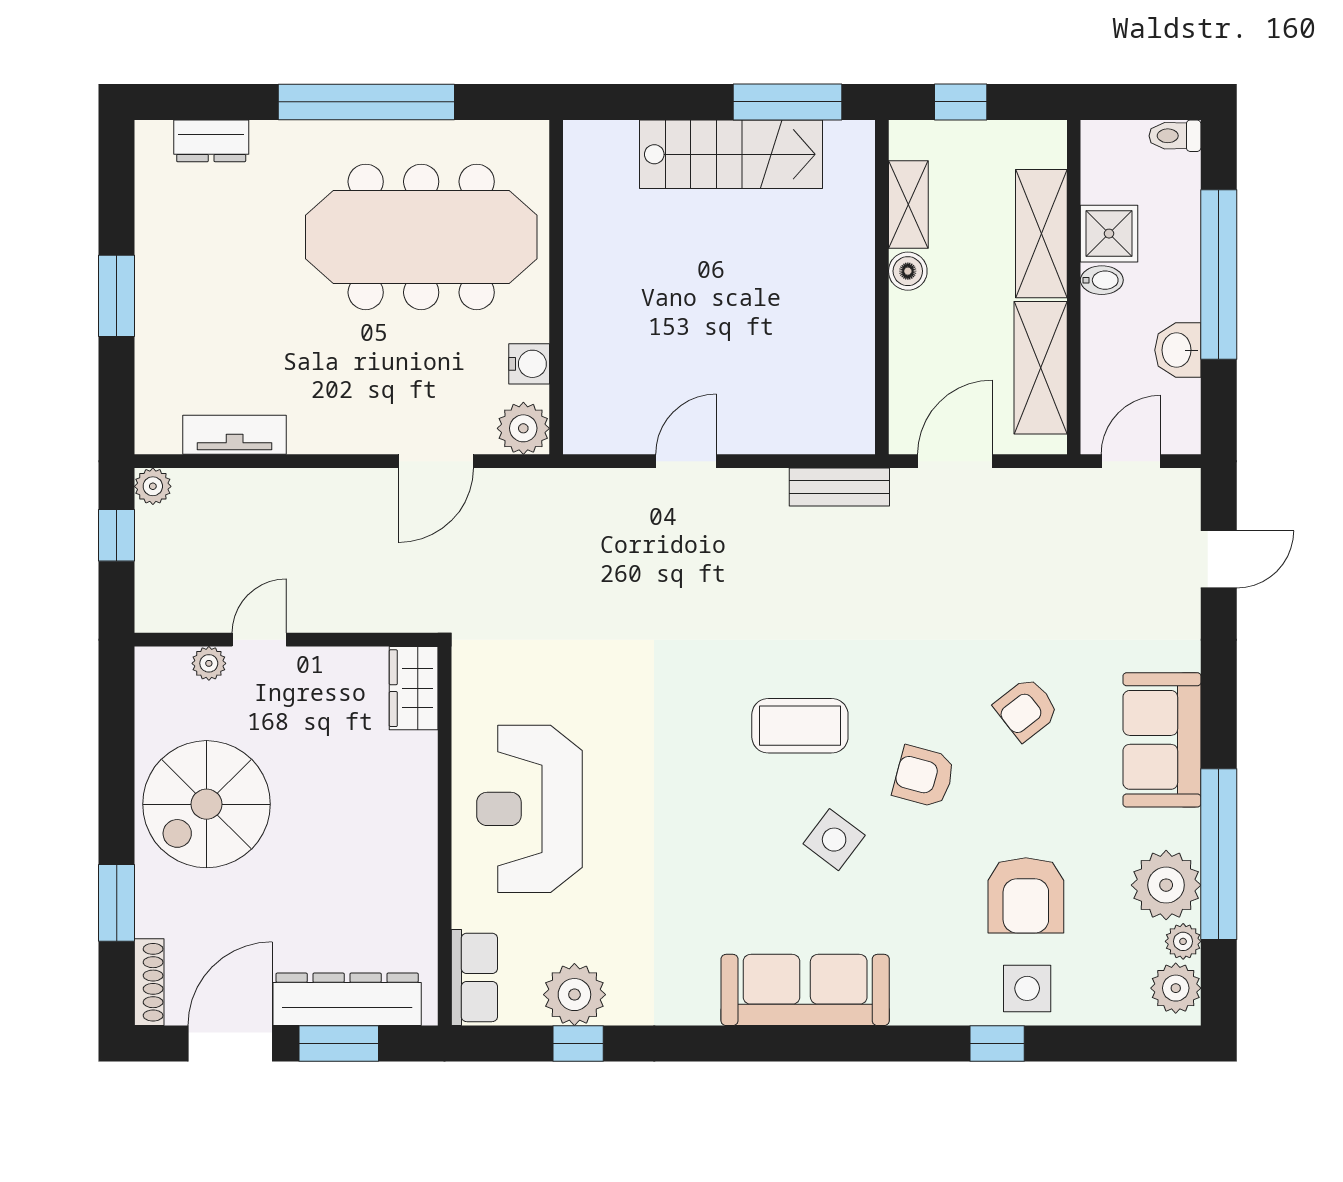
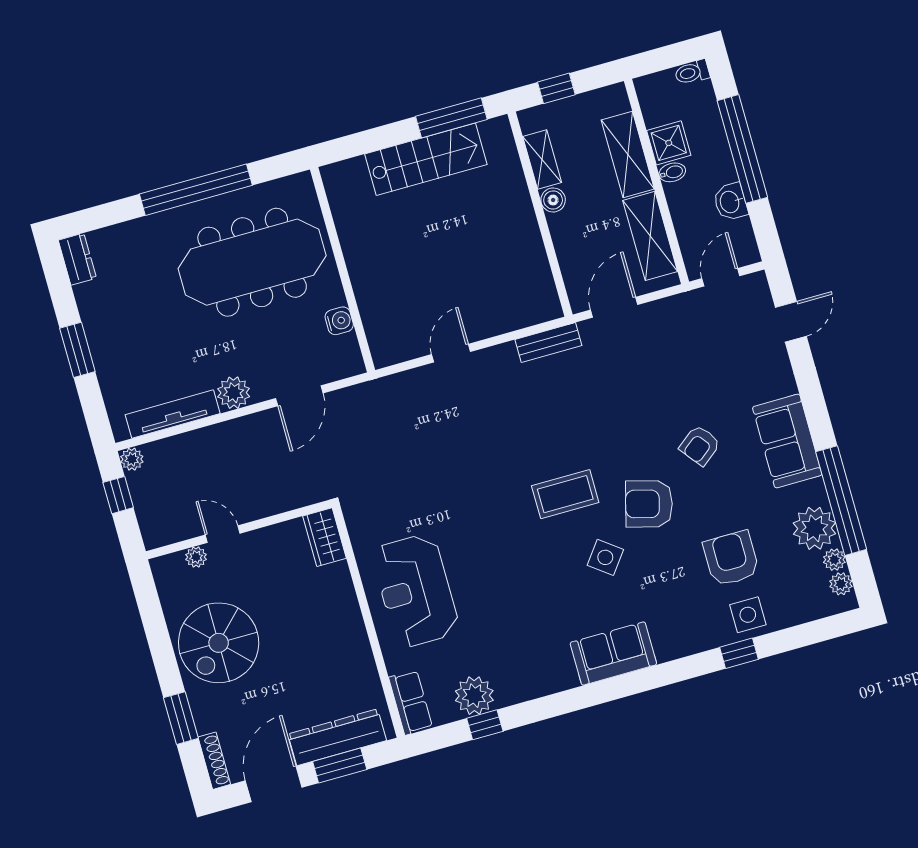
dresser: (211, 141) -> (77, 259), moved, turned -90
plant: (523, 428) -> (234, 393), moved
tv unit: (235, 435) -> (173, 414), width x1.41
door: (259, 640) -> (223, 534), hinge flipped
armchair: (924, 777) -> (649, 504), width x1.38, depth x1.38
armchair: (1026, 895) -> (731, 558), turned 180
plant: (1176, 988) -> (841, 584), width x0.73, depth x0.73
sofa: (805, 990) -> (613, 654), width x0.73

